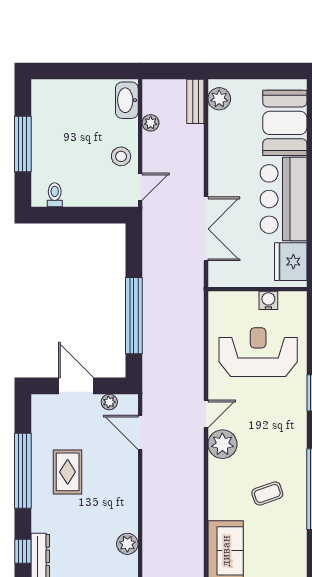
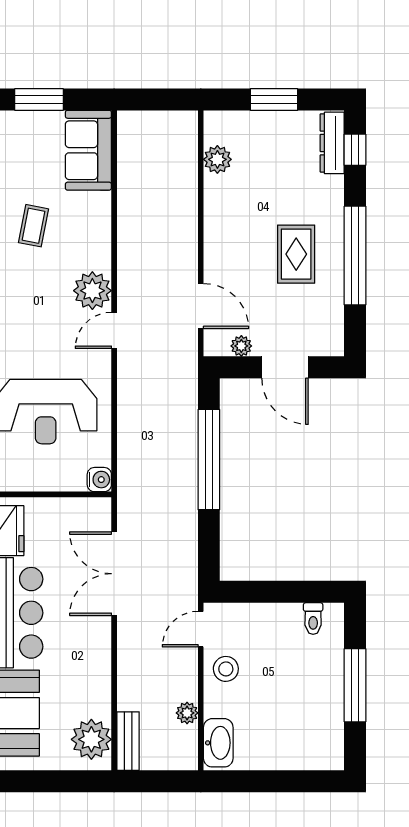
plant: (219, 99) -> (91, 739), width x1.36, depth x1.36
water cooler: (268, 300) -> (99, 480), moved, turned -90
coffee table: (267, 493) -> (33, 226), turned -60

